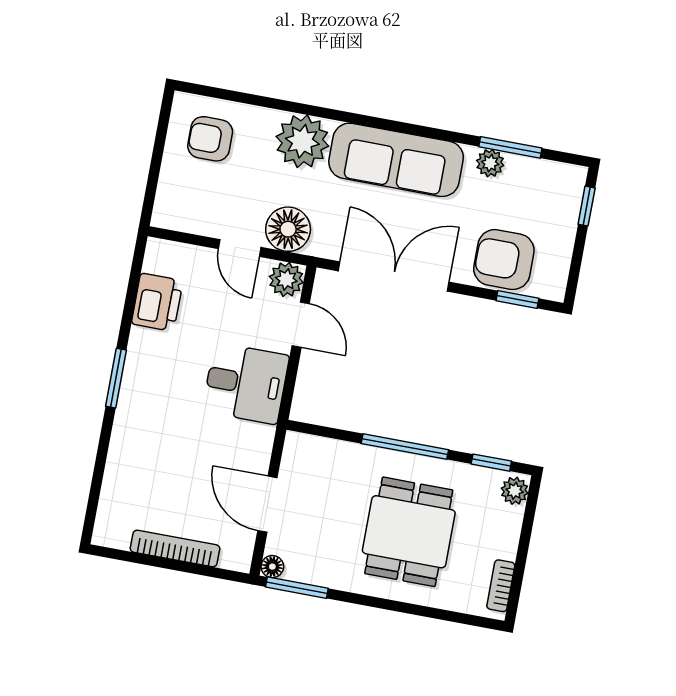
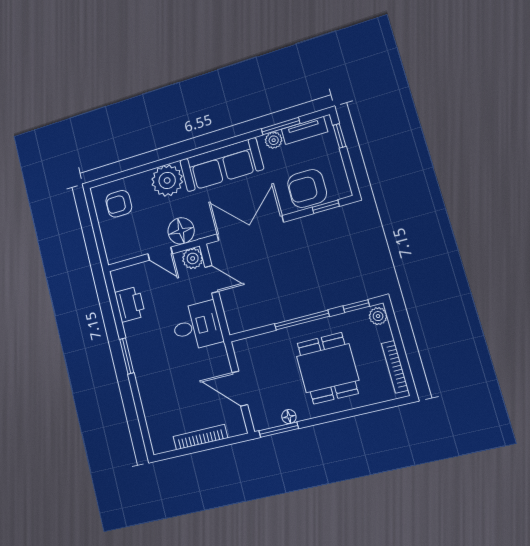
tv unit: (541, 172) -> (304, 130), added
floor lamp: (272, 567) -> (289, 417), moved
bookcase: (501, 586) -> (395, 367), width x1.56

